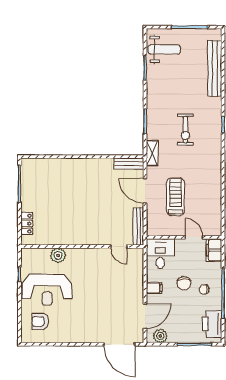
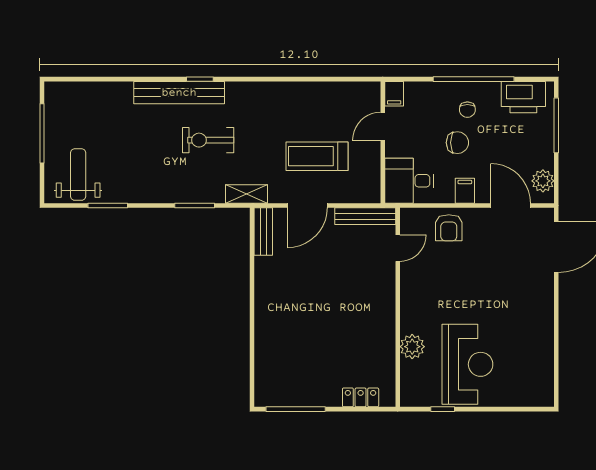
bench: (215, 68) -> (179, 93), moved
exercise bike: (185, 130) -> (208, 140), turned 180
filing cabinet: (214, 250) -> (394, 94), width x0.50
armchair: (40, 322) -> (449, 228), moved

